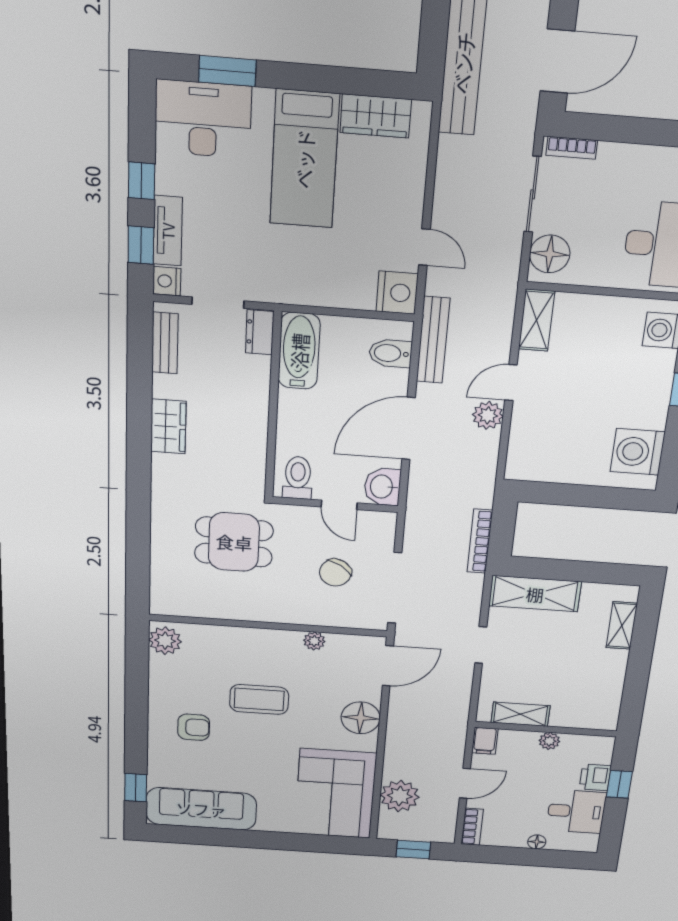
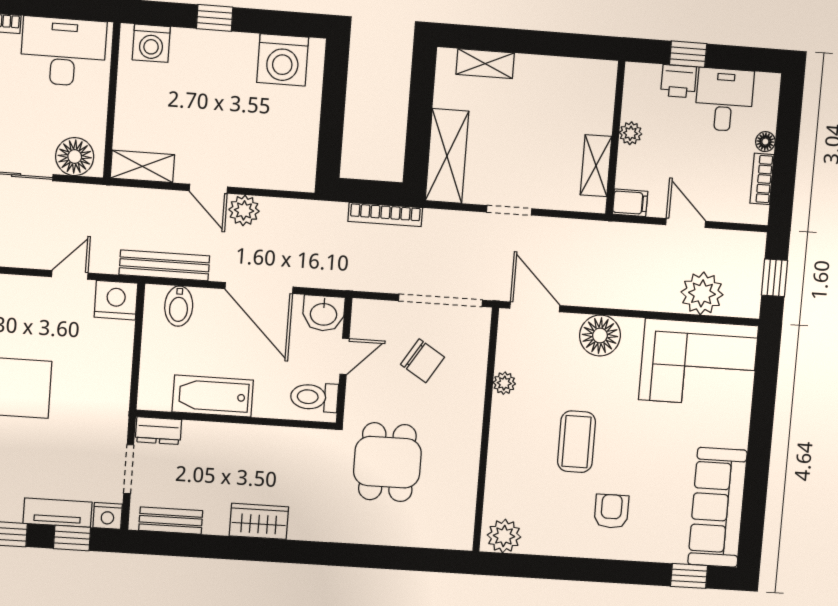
bathtub: (299, 351) -> (213, 396), moved
bookcase: (472, 827) -> (762, 179), moved, turned -90

